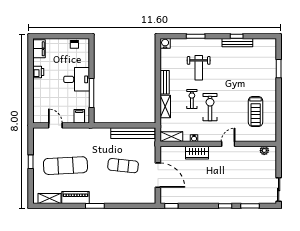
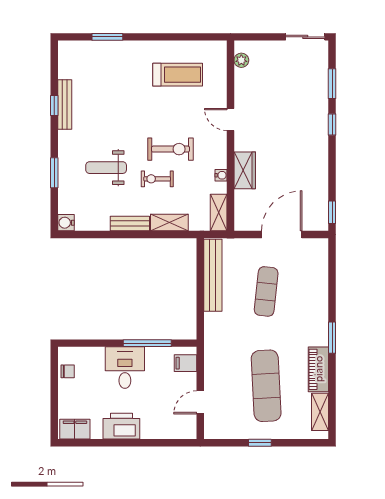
weight bench: (199, 68) -> (106, 168), turned 180
printer: (38, 72) -> (121, 426), width x1.87, depth x1.48
exercise bike: (210, 107) -> (170, 149), turned 180

